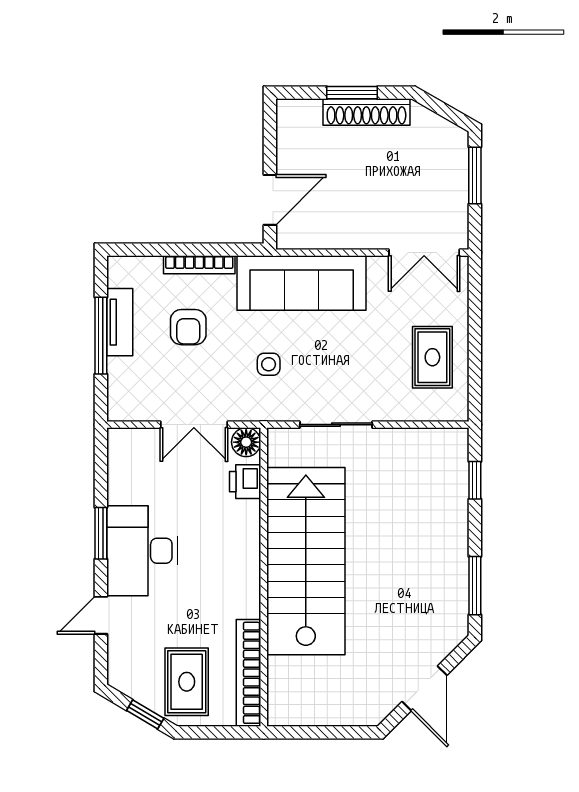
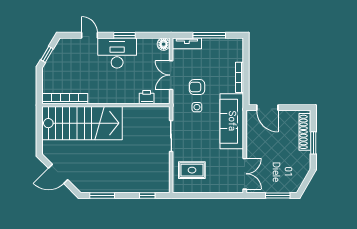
shoe rack: (366, 112) -> (305, 132), moved
double door: (424, 253) -> (245, 174), swing flipped
tv unit: (120, 322) -> (187, 43), moved
armchair: (188, 327) -> (197, 87), moved
rug: (432, 357) -> (192, 170), moved
floor lamp: (246, 442) -> (164, 44), moved
stairs: (306, 561) -> (82, 123), moved
rug: (187, 682) -> (61, 72), removed

